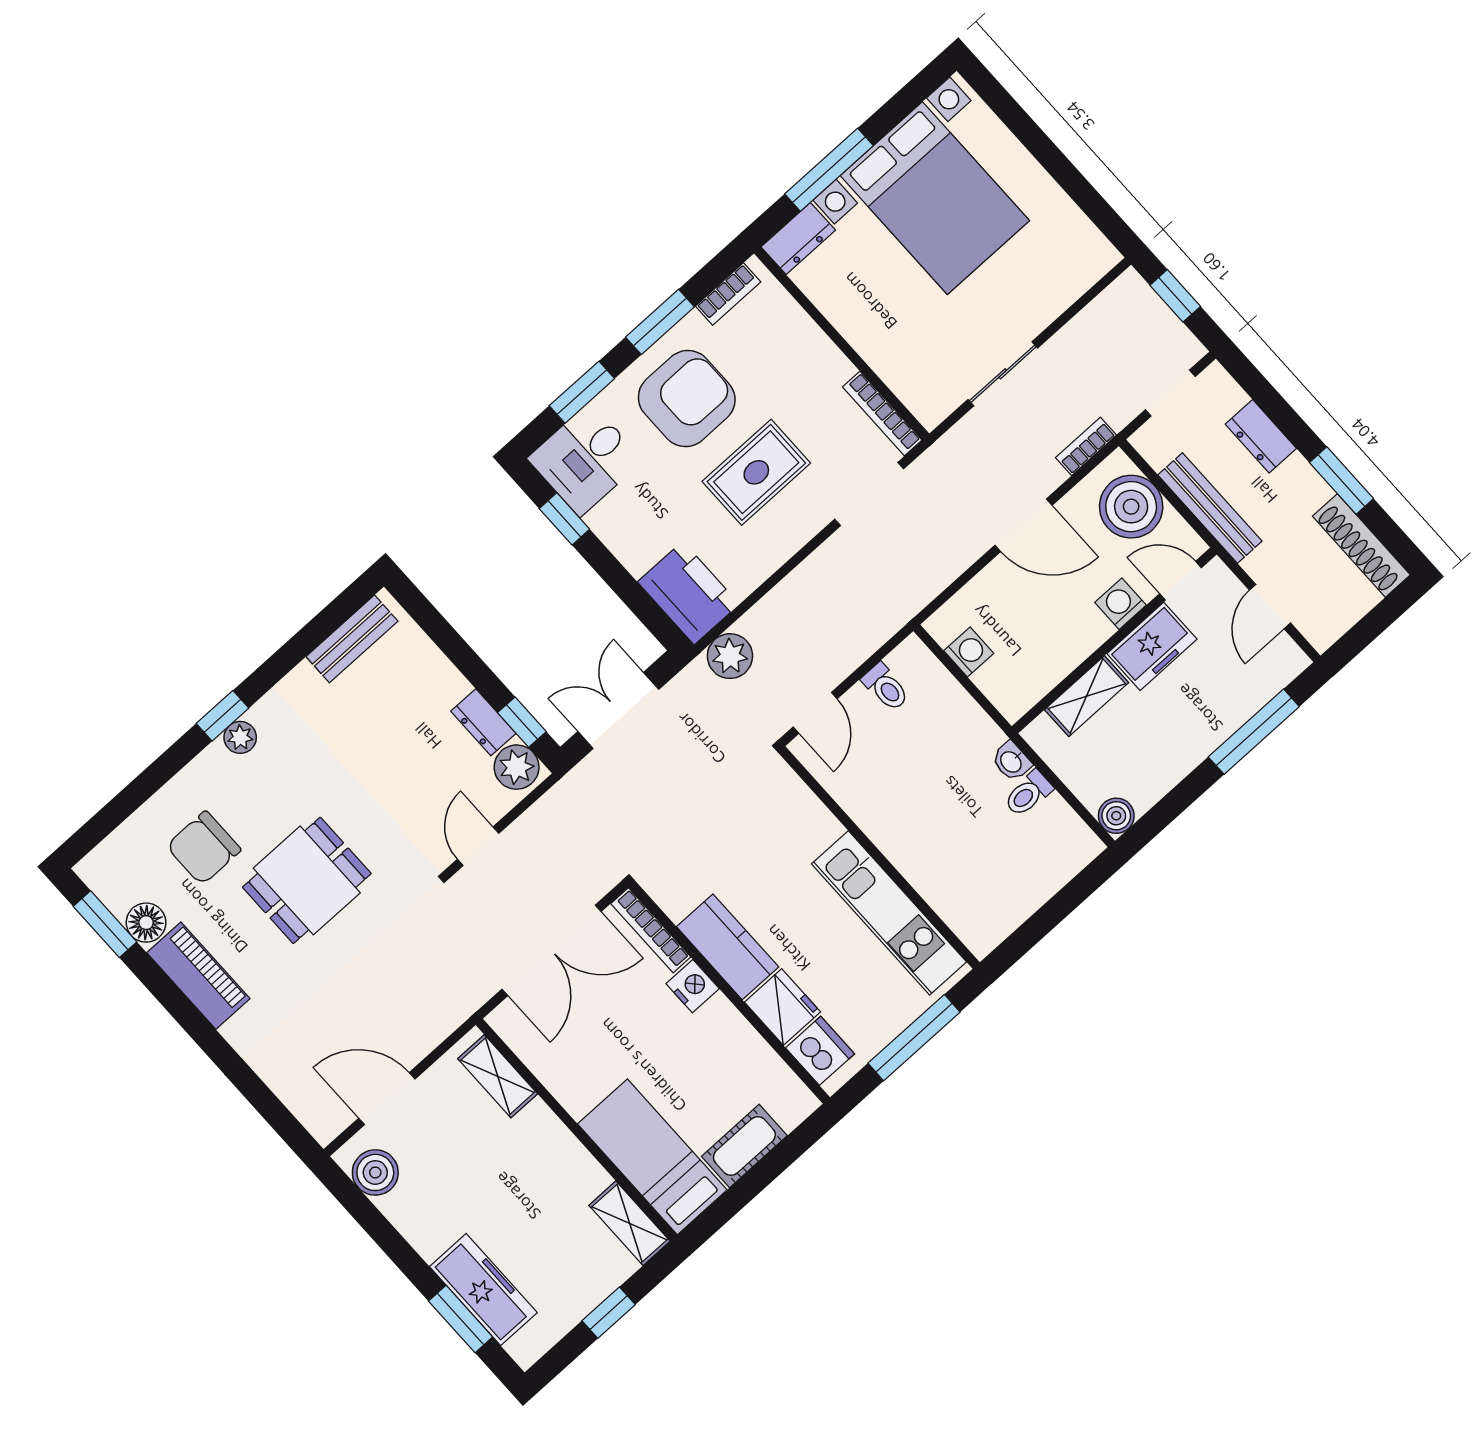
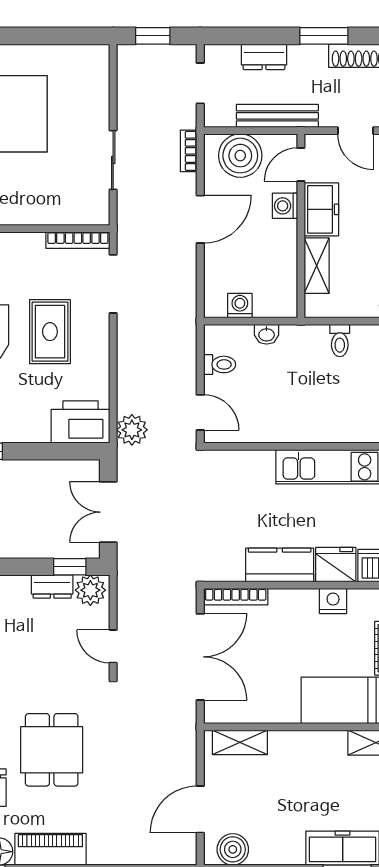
washbasin: (1011, 761) -> (267, 334), moved
nightstand: (693, 986) -> (333, 601), moved

